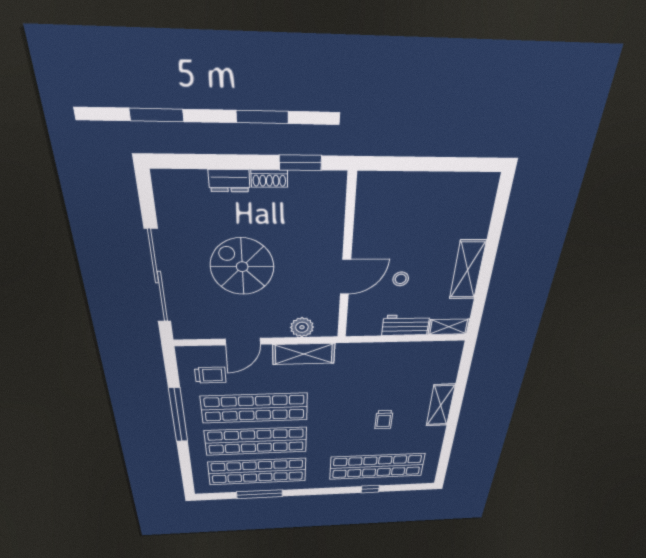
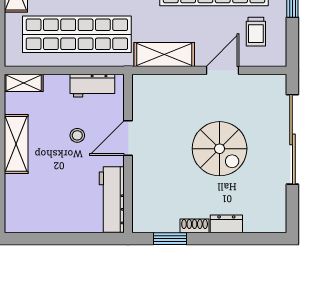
workbench: (369, 211) -> (112, 199), added
workbench: (406, 325) -> (92, 86), moved
plant: (302, 327) -> (166, 85), removed
shop shelf: (390, 368) -> (77, 34), added
trolley: (210, 375) -> (256, 32), turned -90

